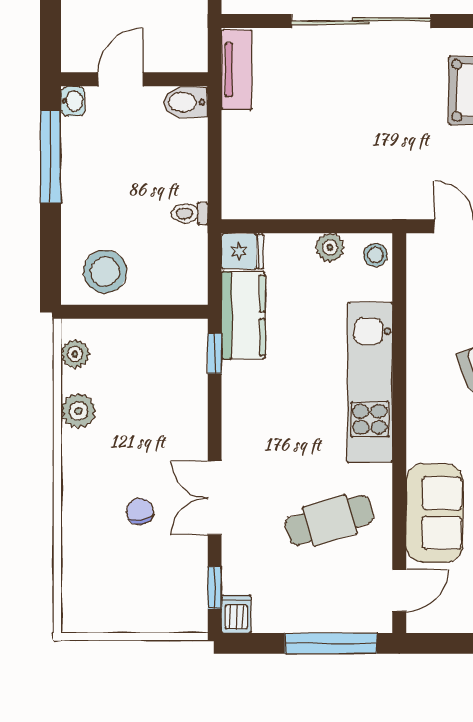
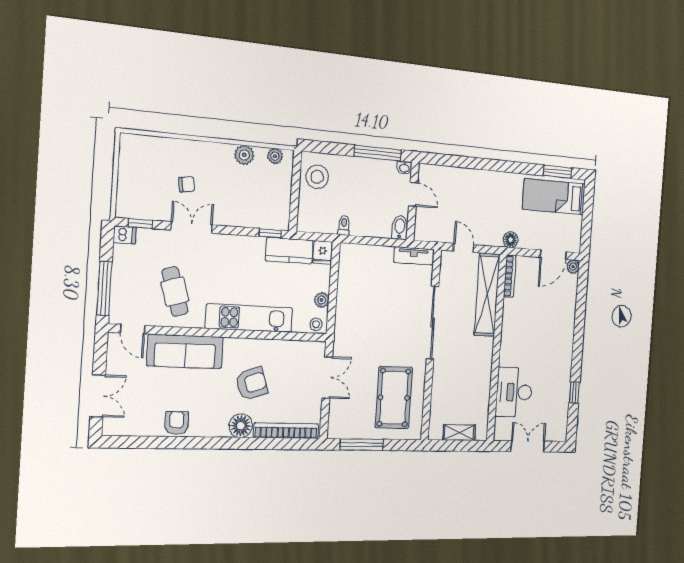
sofa: (435, 513) -> (185, 351), width x1.36

